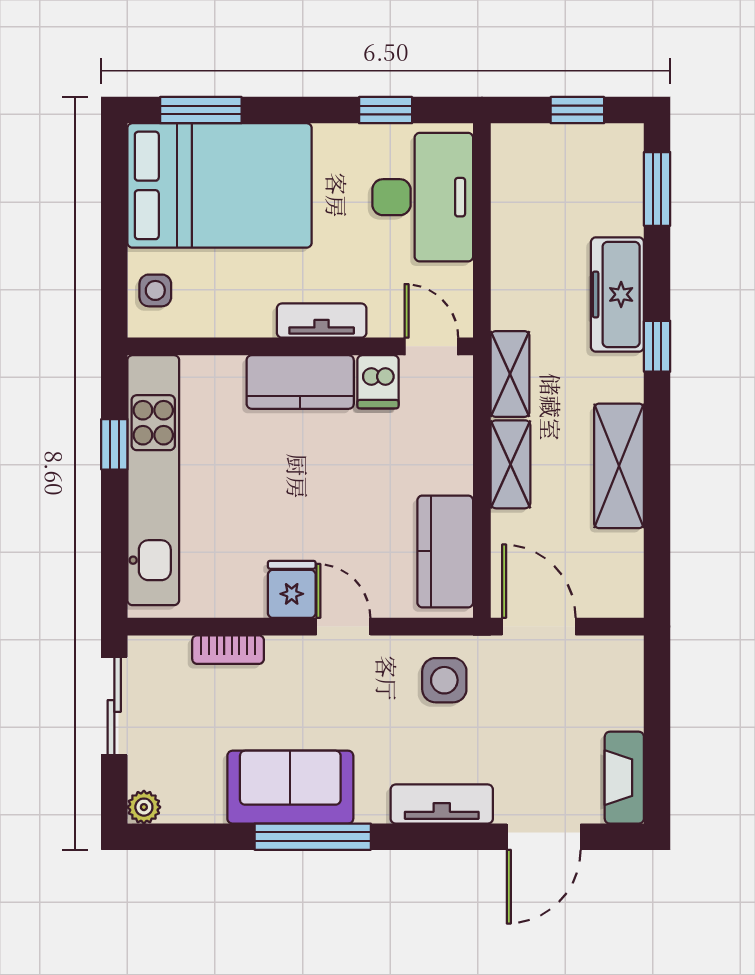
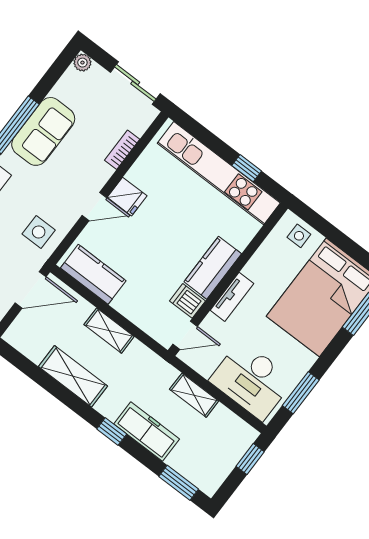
window: (386, 110) -> (301, 393), width x1.50
window: (577, 110) -> (250, 459), moved
shelving: (510, 374) -> (194, 395), moved

